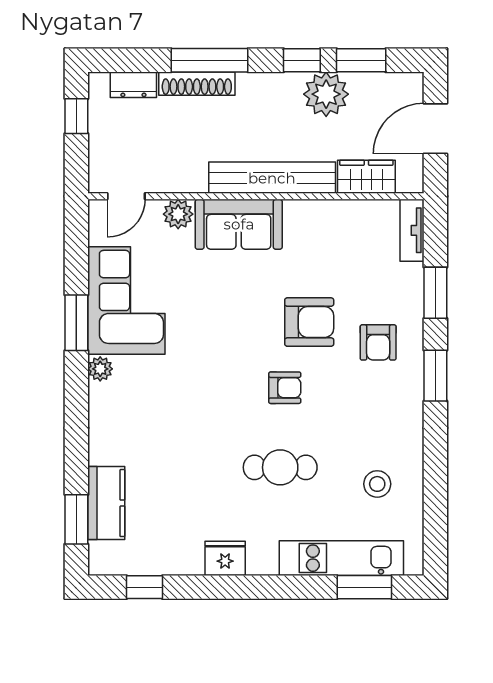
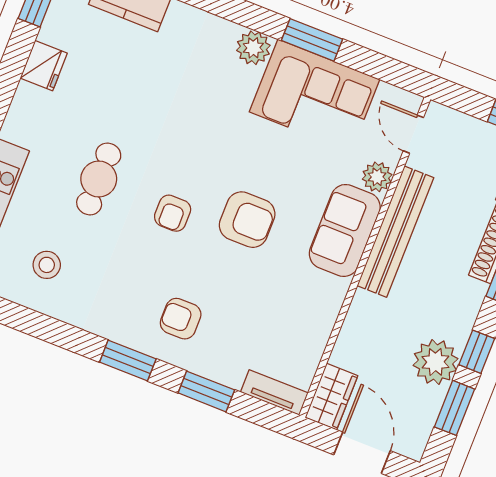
wardrobe: (366, 177) -> (331, 397), moved
bench: (272, 178) -> (395, 232), moved
armchair: (309, 322) -> (247, 220), moved, turned -90
plant: (100, 369) -> (253, 48), width x1.38, depth x1.38
fridge: (225, 558) -> (44, 66), moved

